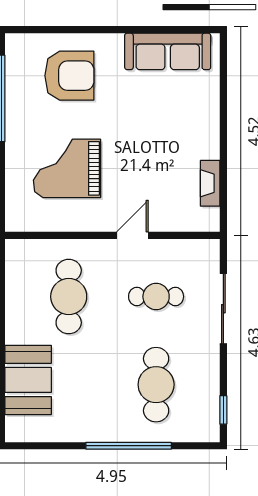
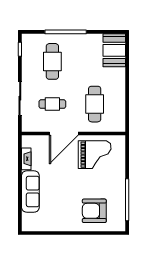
sofa: (168, 51) -> (30, 191), moved, turned 90
grand piano: (67, 168) -> (95, 155), moved
door: (132, 235) -> (64, 134), width x1.88
booth: (28, 380) -> (114, 50), moved

